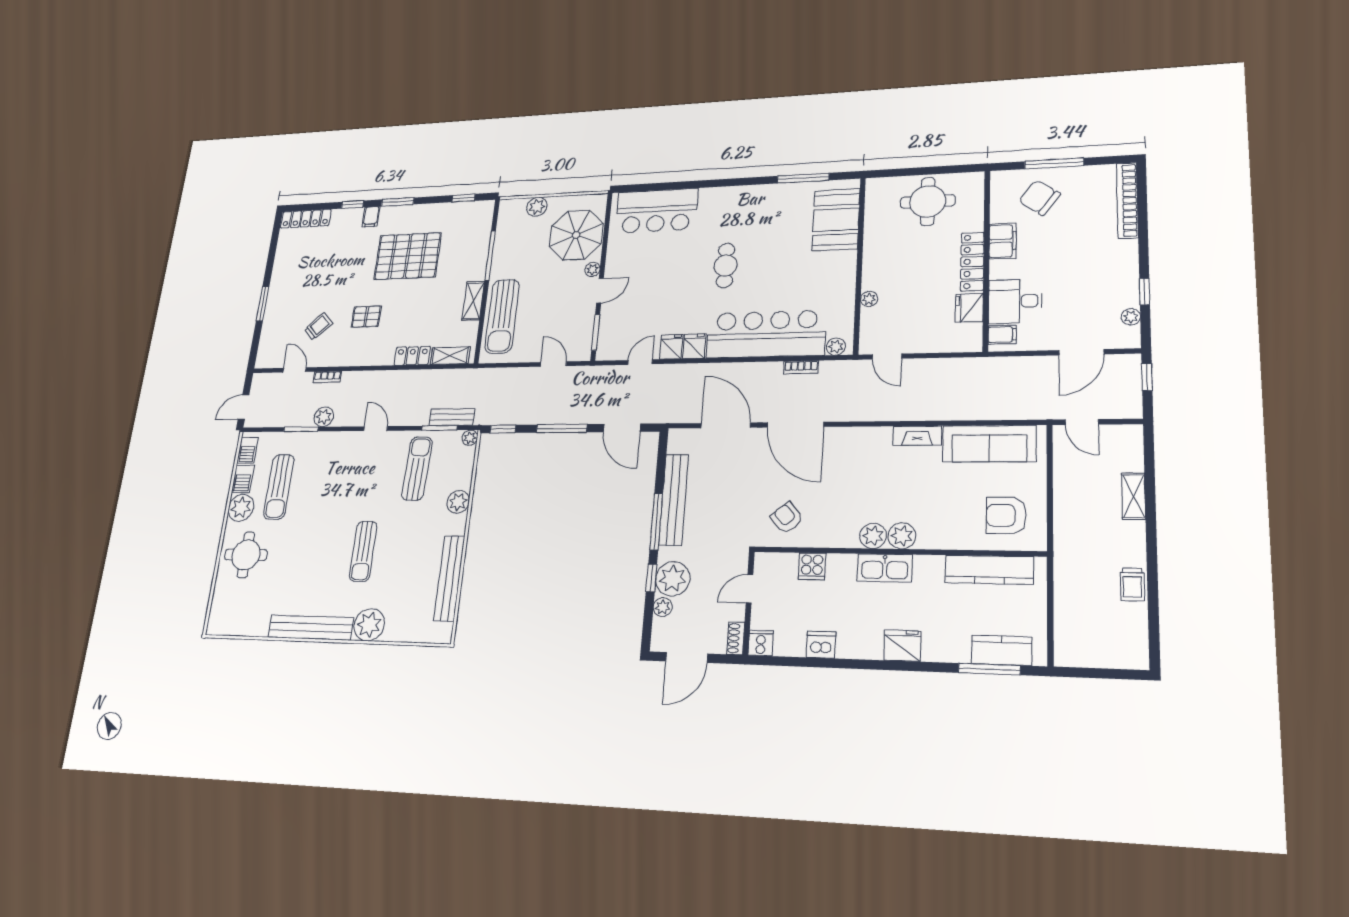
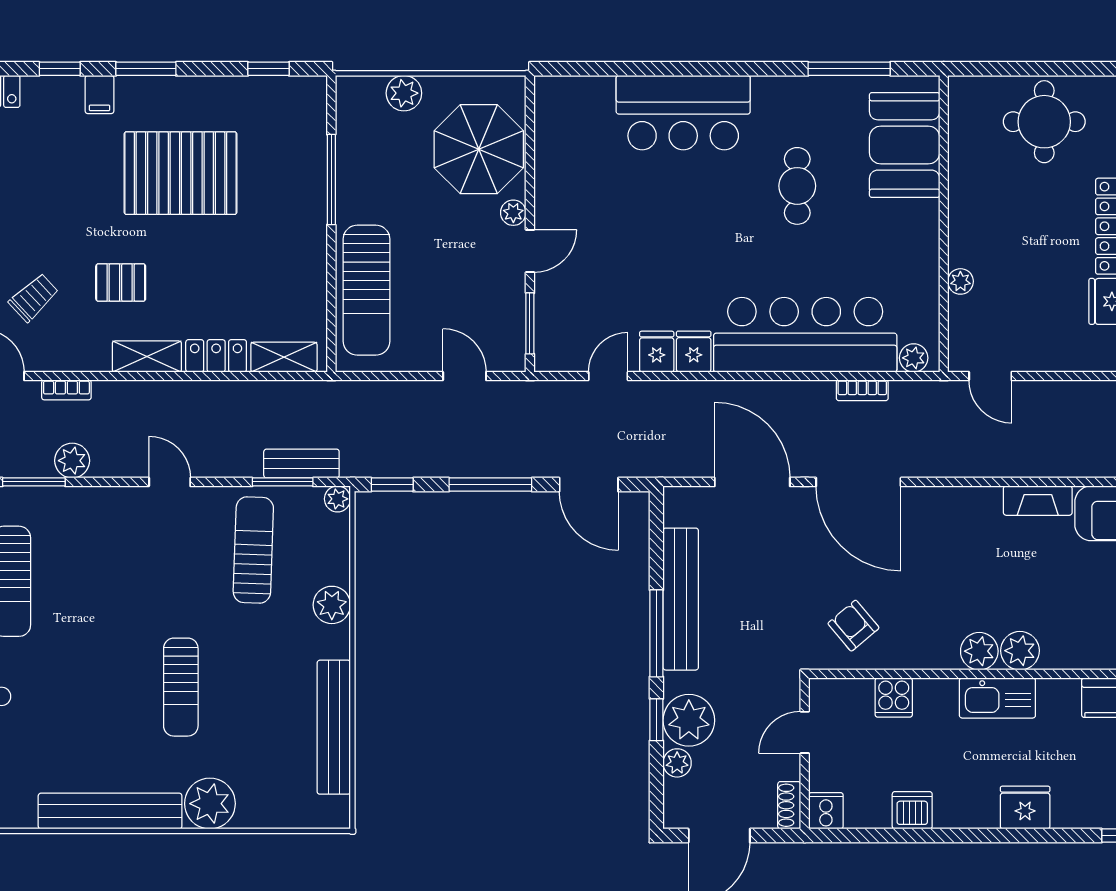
bar counter: (656, 211) -> (683, 113), moved
cafe table: (726, 265) -> (797, 186), moved
shelving: (473, 301) -> (147, 357), moved, turned 90

